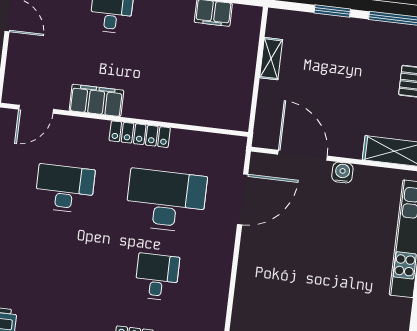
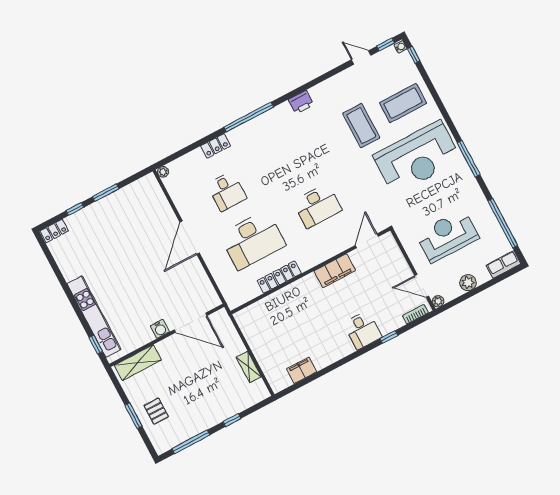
window: (332, 11) -> (232, 420), width x0.67
locker: (140, 134) -> (279, 277), moved
door: (243, 199) -> (190, 238), moved

